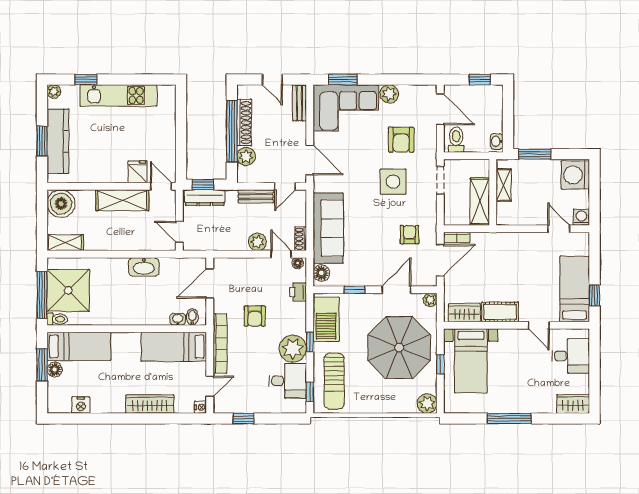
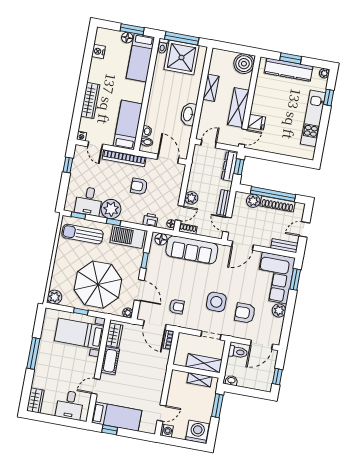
shelving: (480, 202) -> (204, 363), moved
shelving: (65, 243) -> (211, 88), moved

